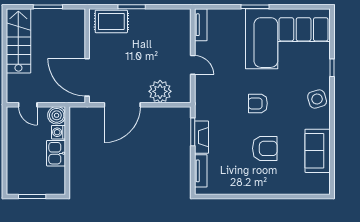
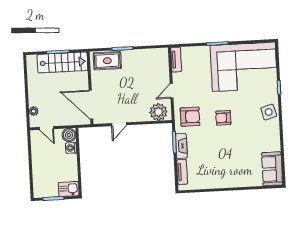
stairs: (18, 41) -> (62, 62), moved, turned 90
door: (193, 65) -> (172, 91), swing flipped
plant: (12, 82) -> (34, 111), added
plant: (160, 91) -> (158, 112), moved
door: (122, 105) -> (119, 124), width x0.53
armchair: (265, 148) -> (190, 117), moved
sofa: (318, 151) -> (272, 169), moved
kitchen sink: (56, 153) -> (69, 189), moved, turned 90

